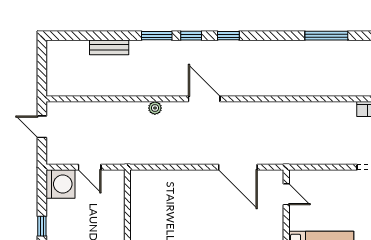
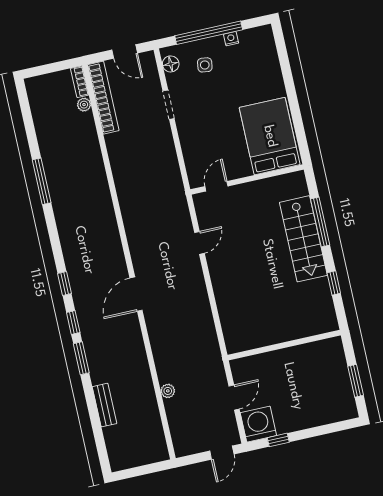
plant: (155, 108) -> (168, 391), moved
door: (42, 127) -> (222, 453), moved
door: (238, 167) -> (199, 243), width x0.53
window: (42, 226) -> (278, 440), moved

